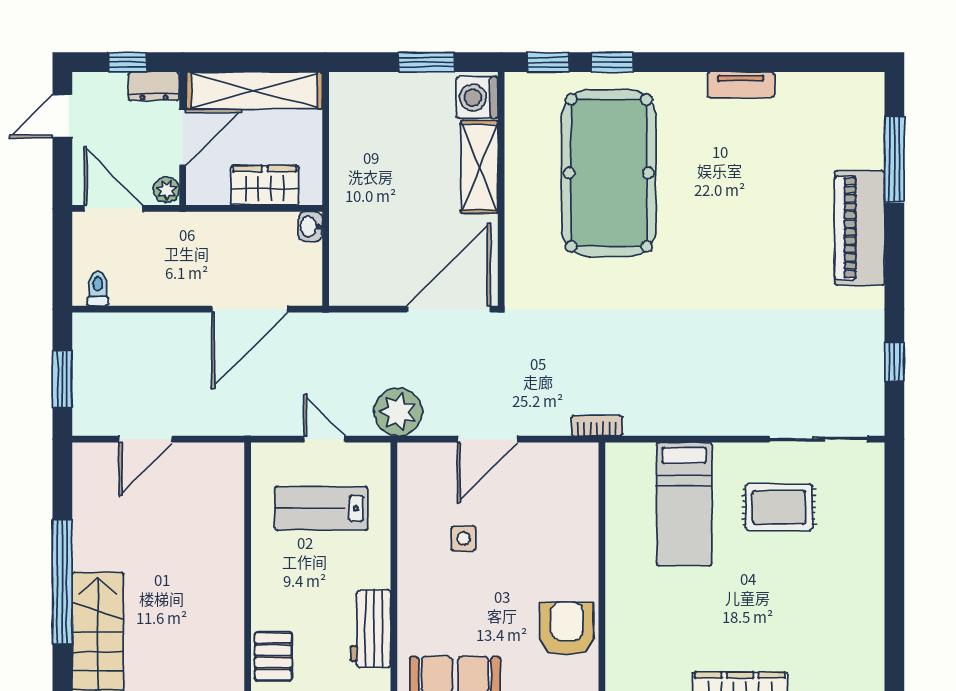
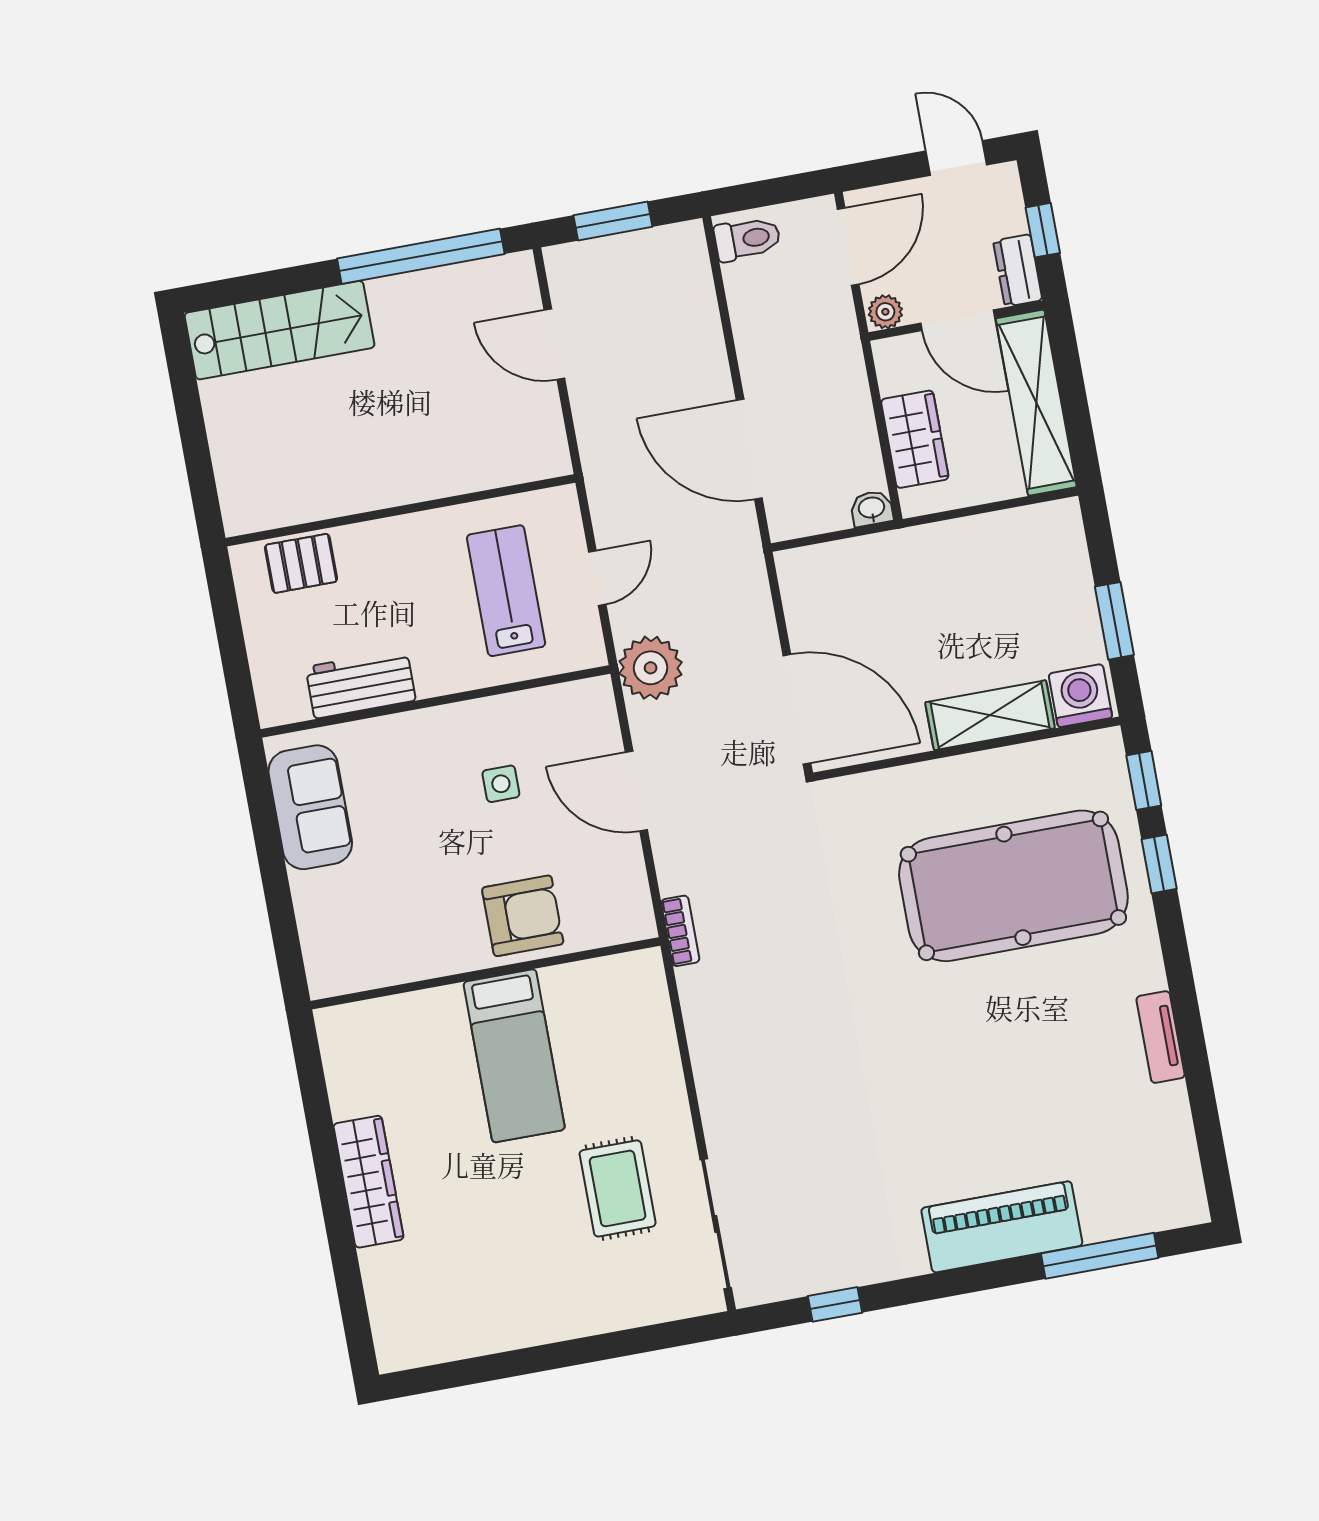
toilet: (98, 289) -> (747, 239), width x1.37, depth x1.39
bed: (684, 504) -> (514, 1056), moved, turned -90
window: (62, 582) -> (421, 256), moved
armchair: (567, 629) -> (523, 916), moved

